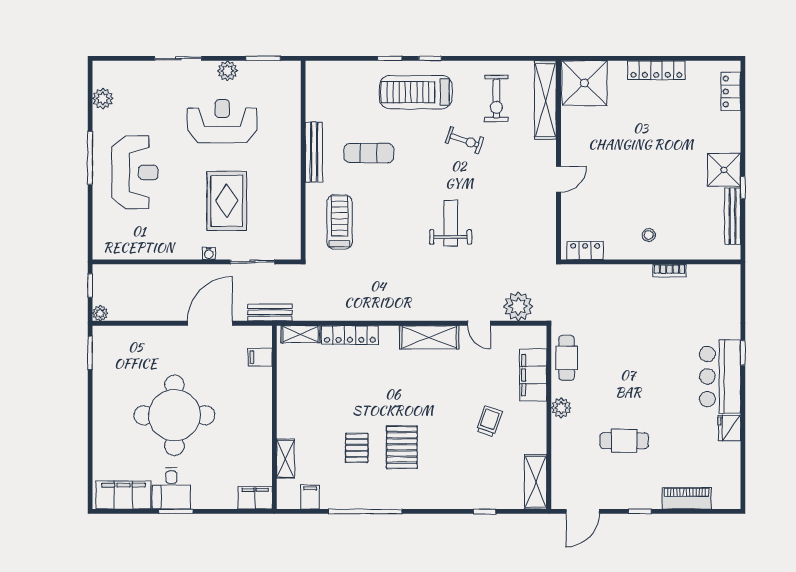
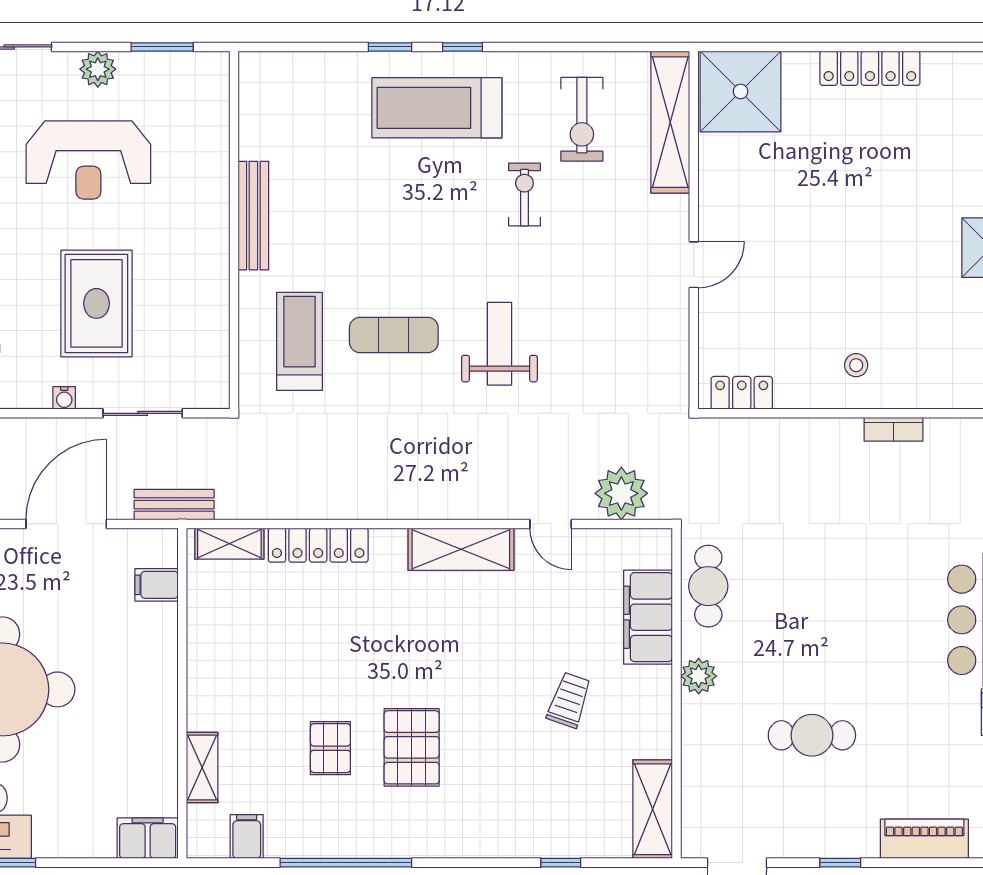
reception desk: (222, 121) -> (88, 160), turned 180
exercise bike: (464, 140) -> (524, 194), turned -109
exercise mat: (369, 153) -> (394, 335), moved

